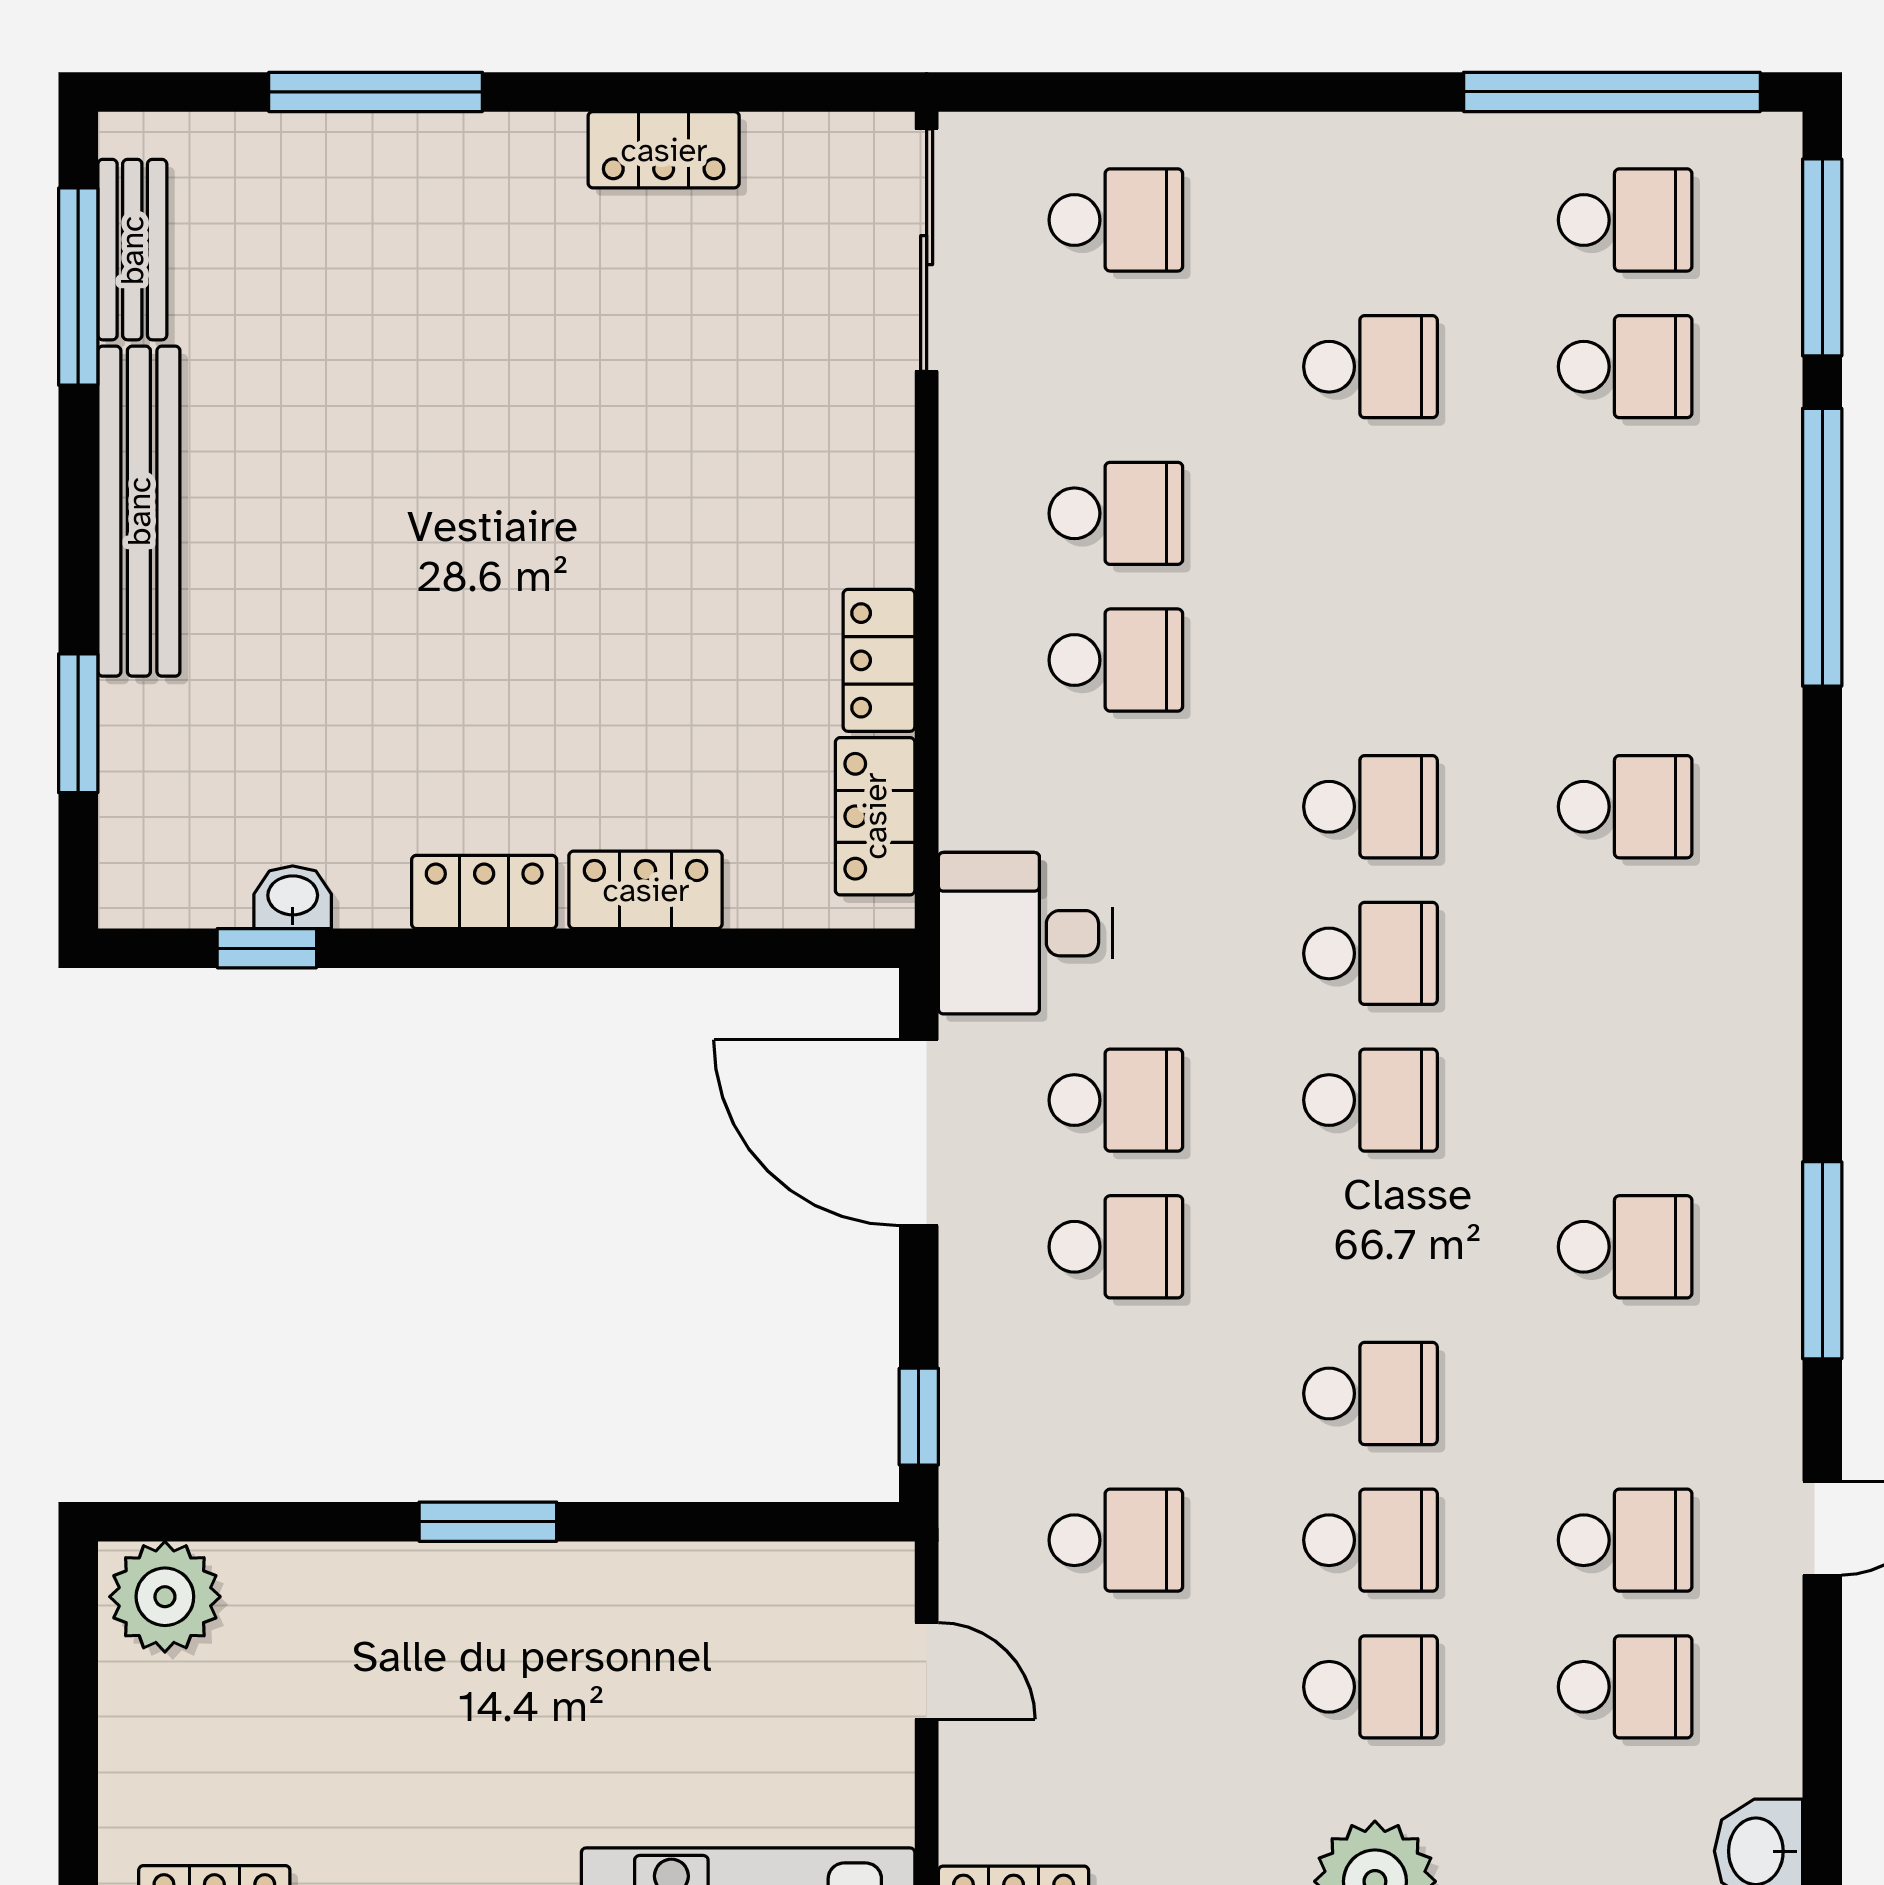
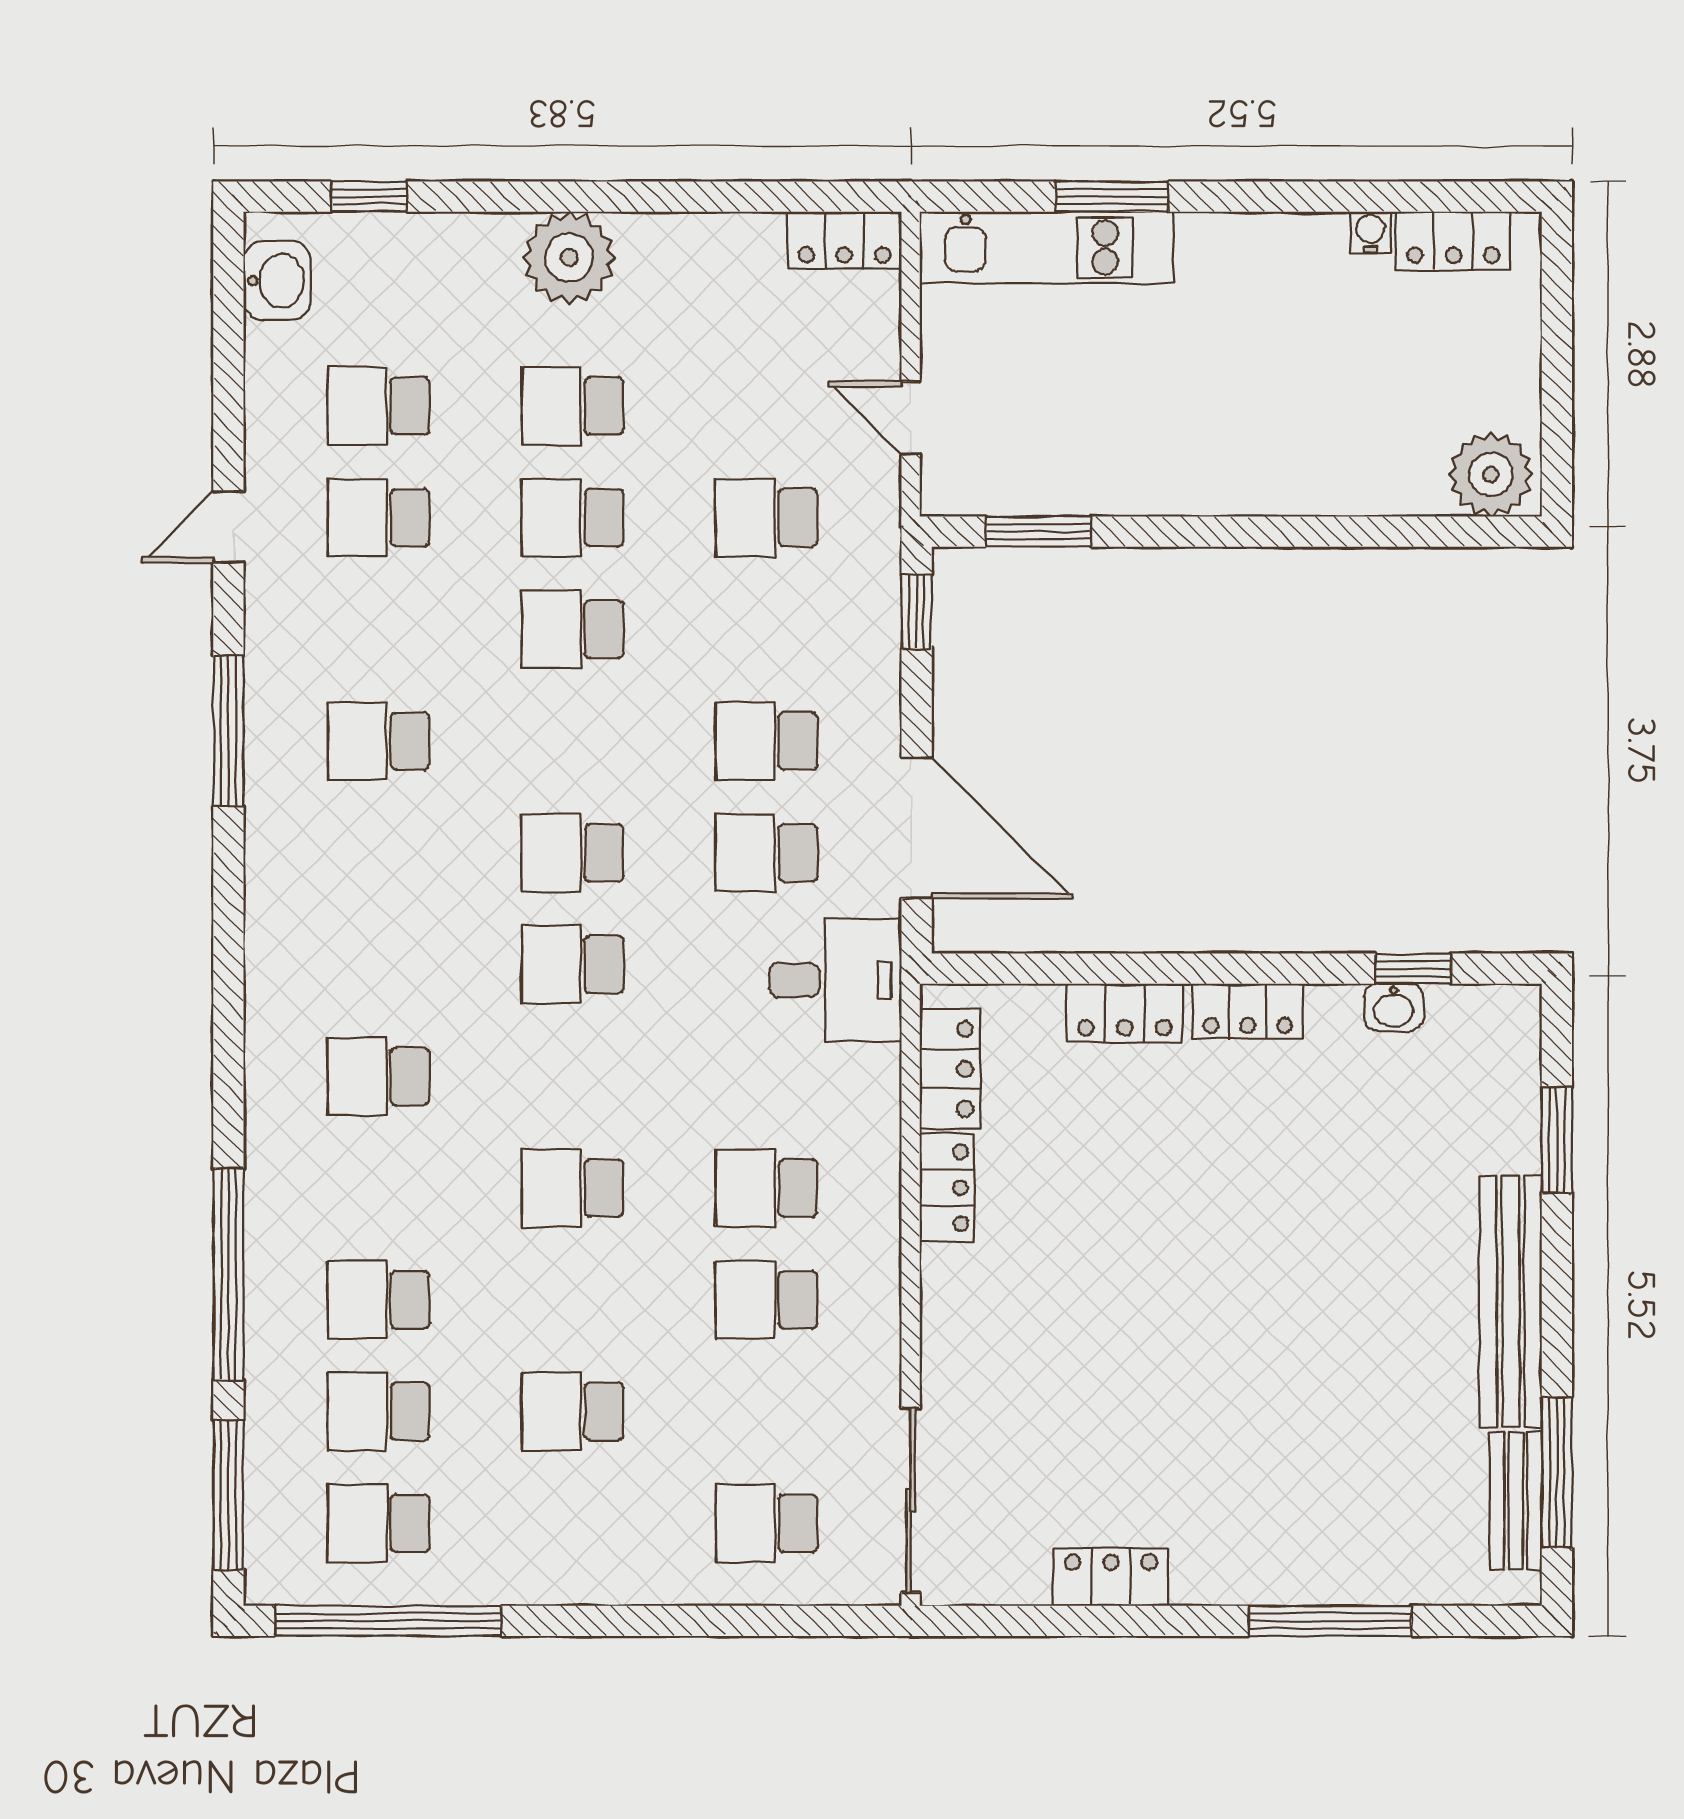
school desk: (1625, 513) -> (379, 1300), added
school desk: (1370, 807) -> (572, 1188), moved
window: (488, 1522) -> (1039, 532), moved

